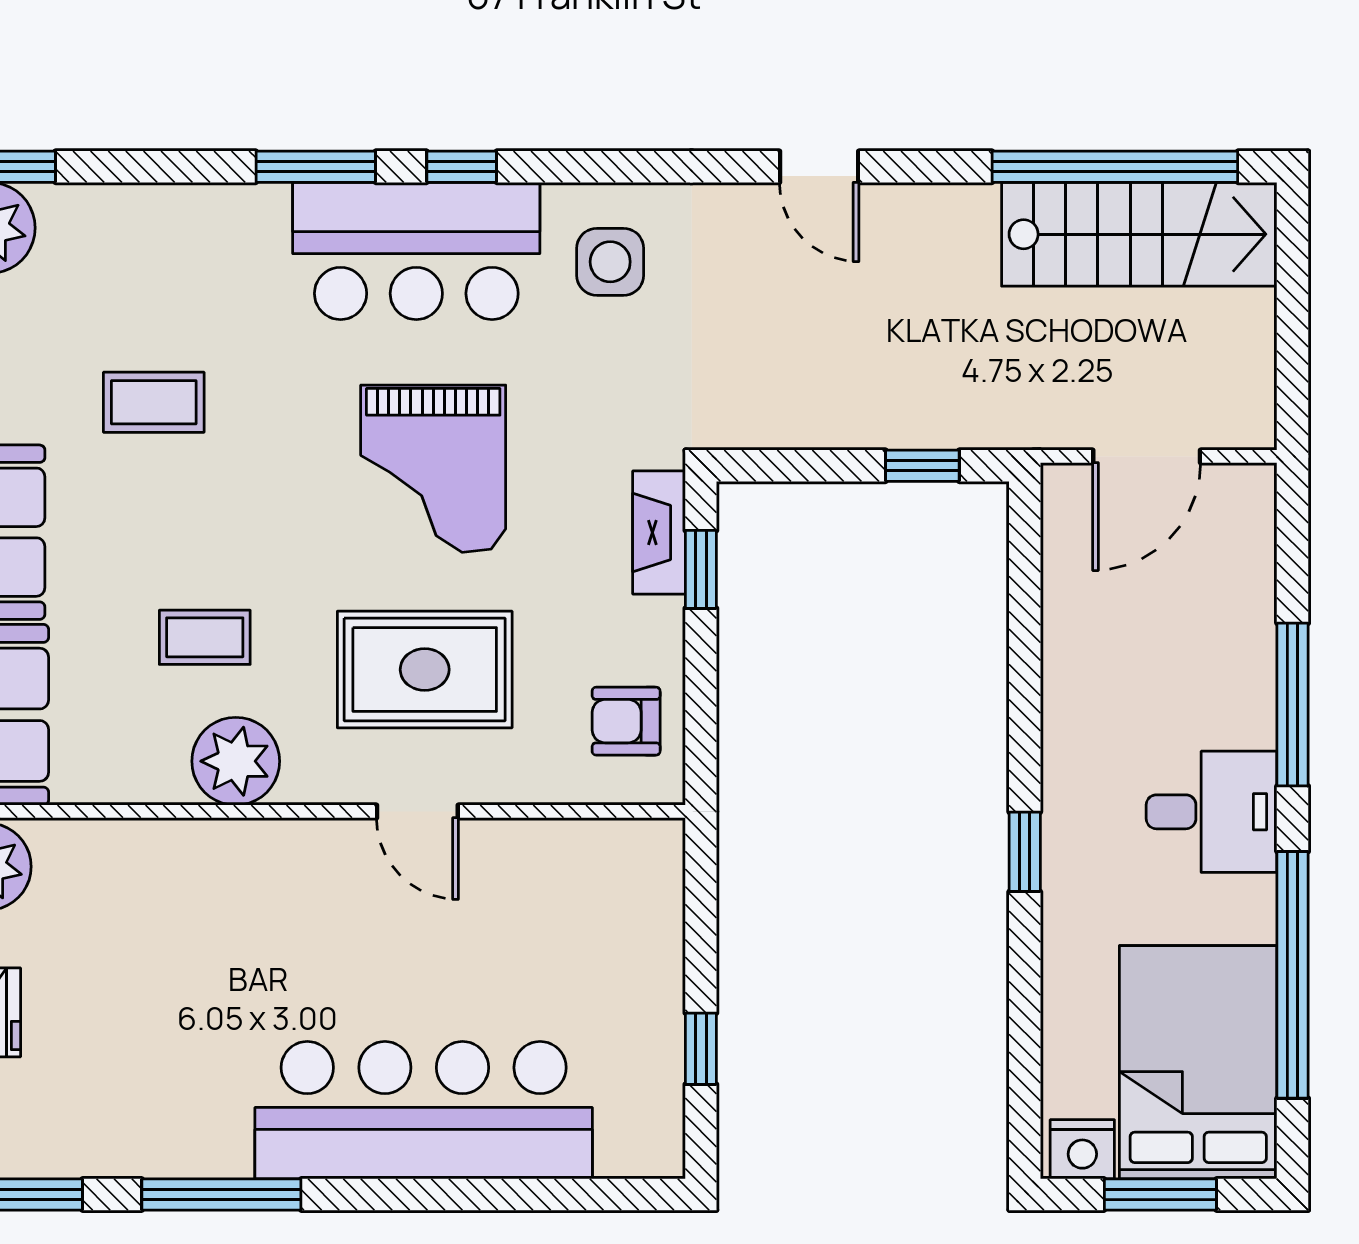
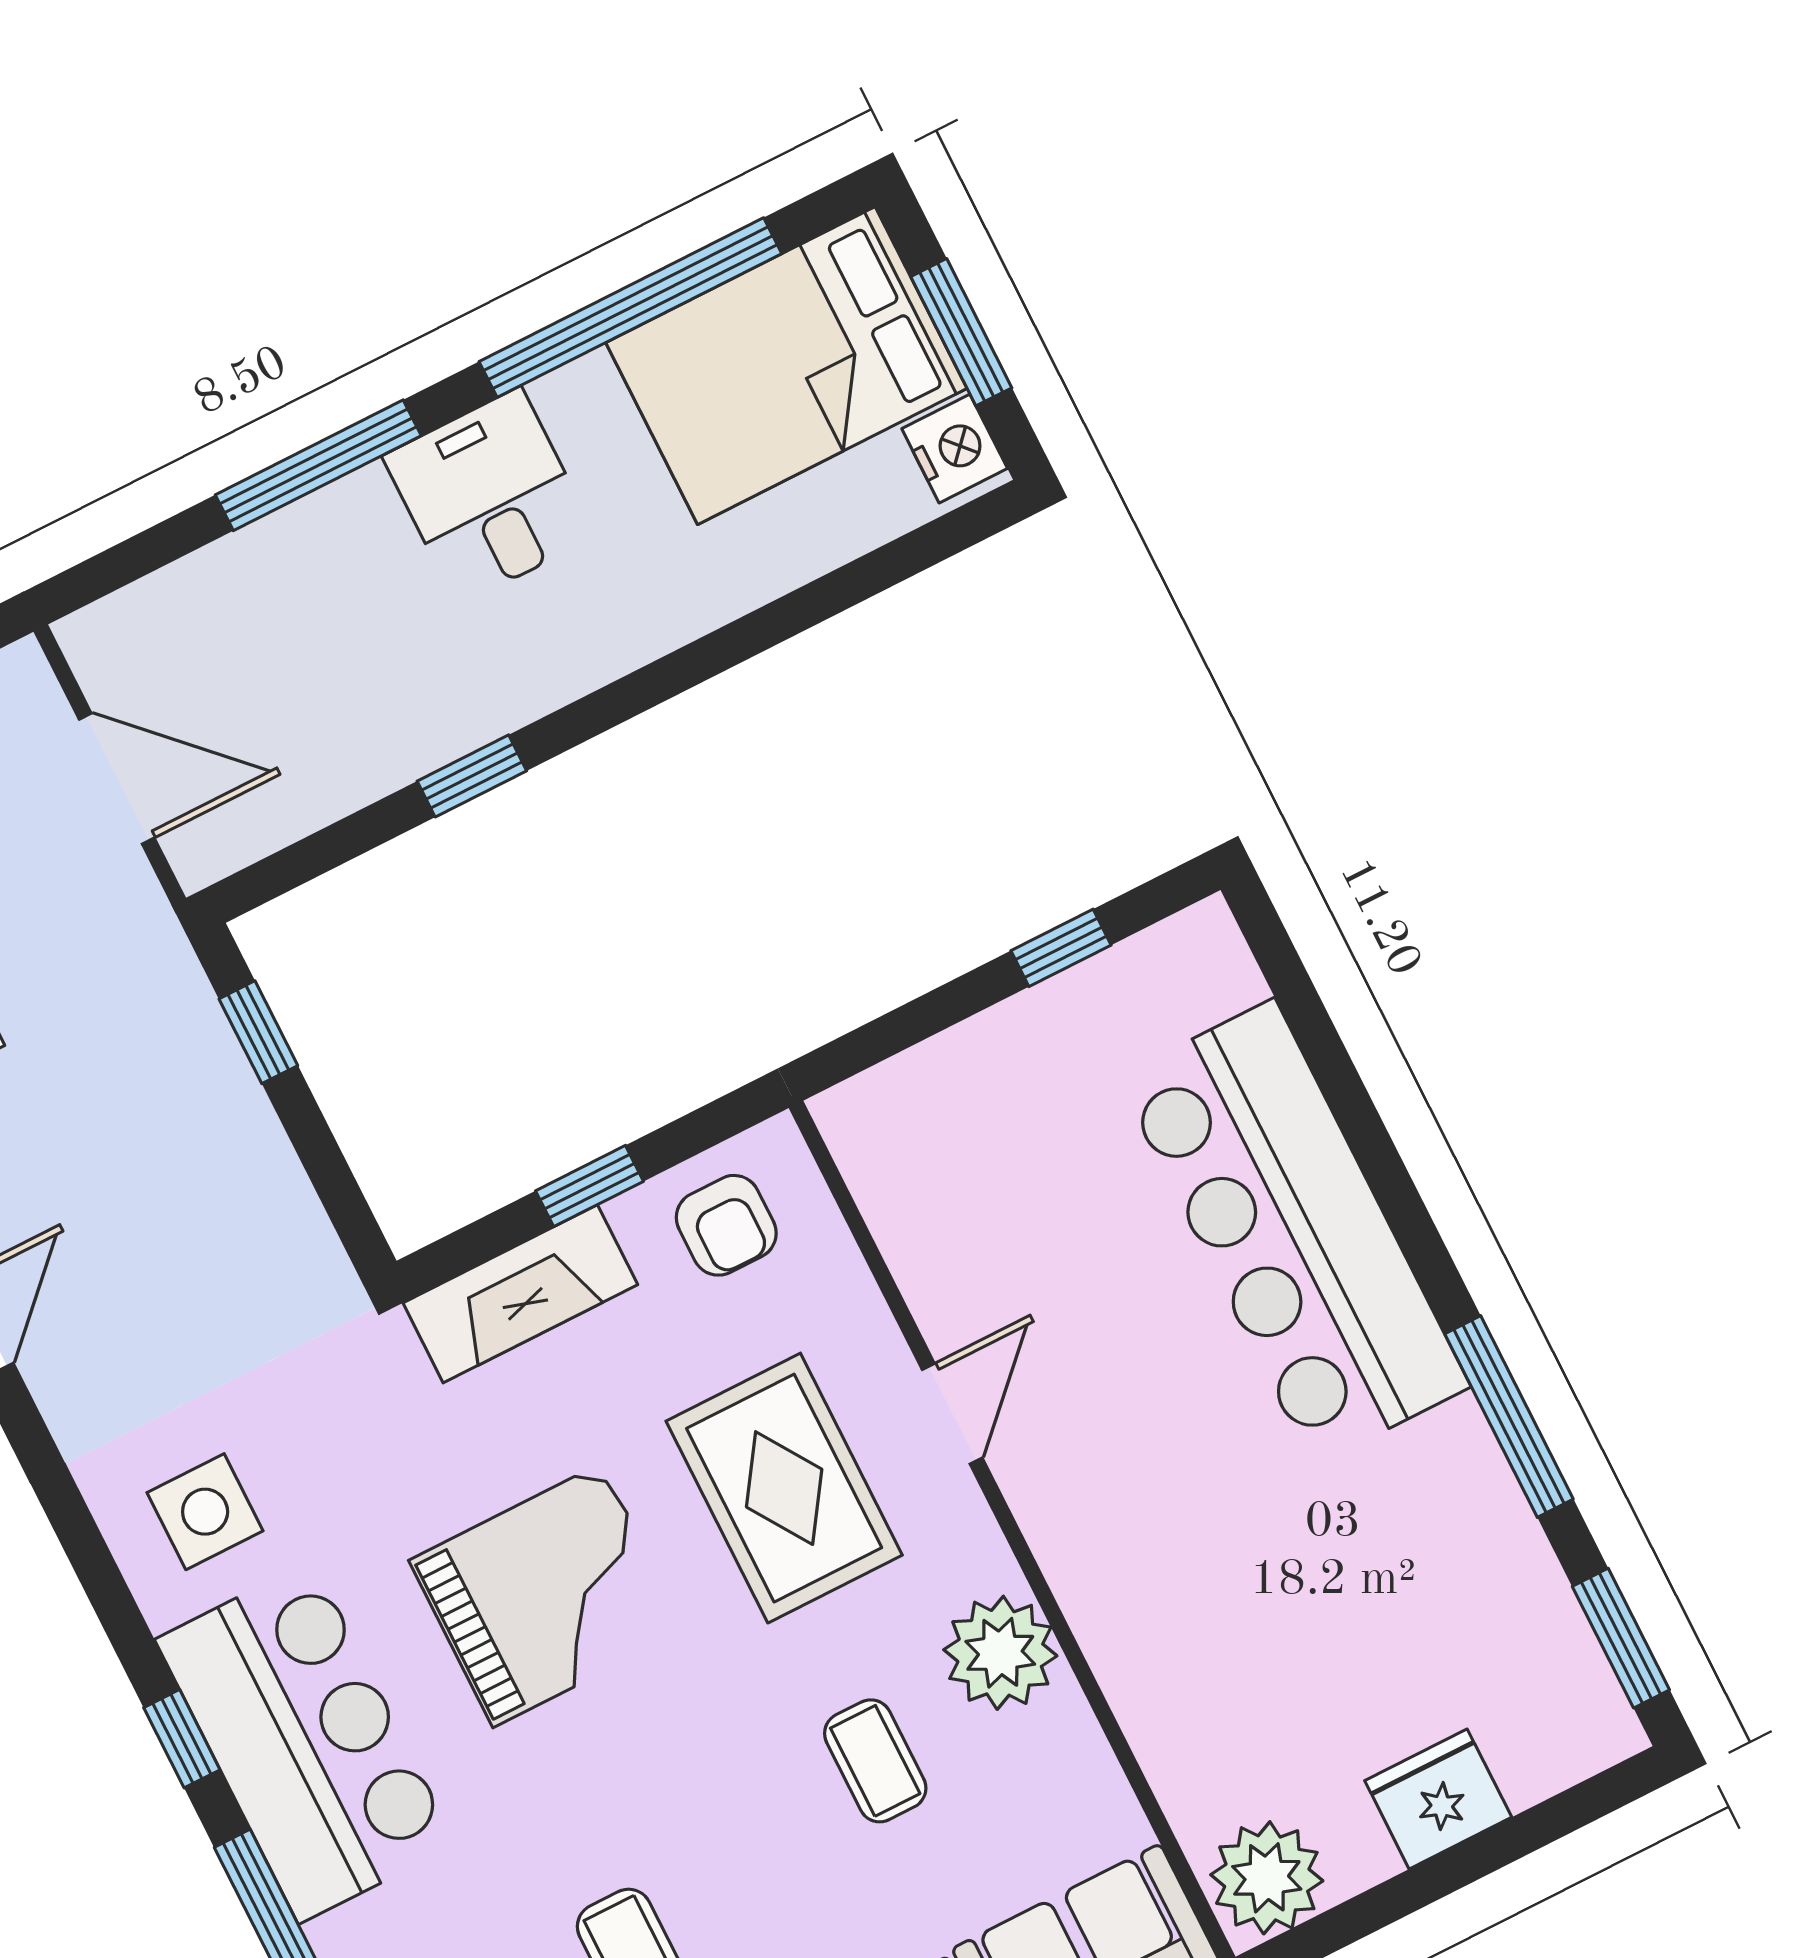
fireplace: (659, 532) -> (520, 1294), width x1.37, depth x1.32
window: (701, 569) -> (590, 1186), moved
window: (1025, 852) -> (472, 776), moved

